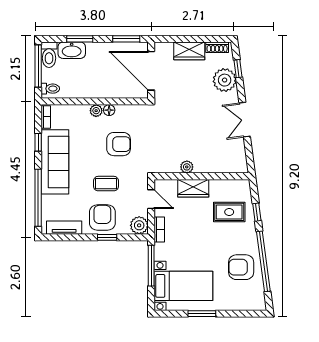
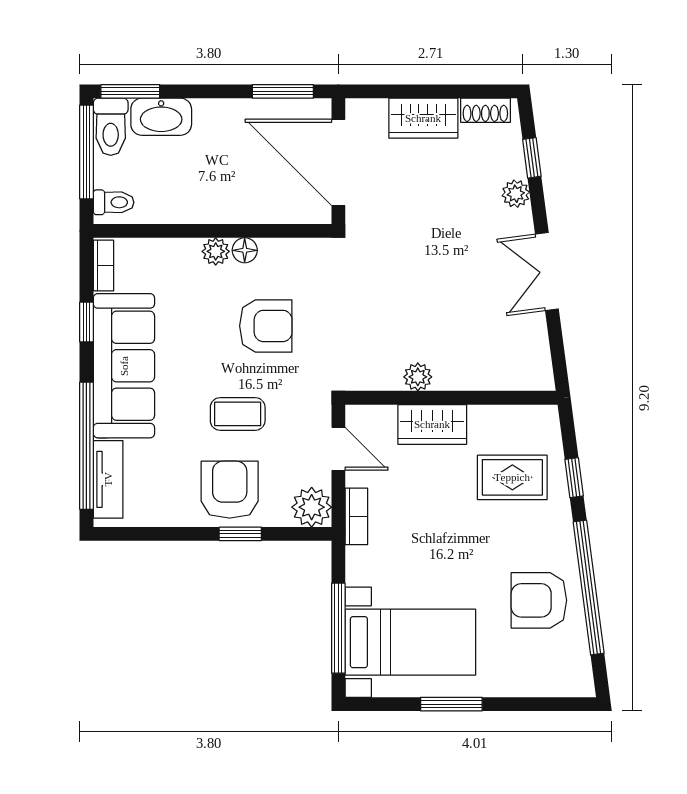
window: (80, 39) -> (130, 91), moved
plant: (225, 80) -> (516, 194), width x0.53, depth x0.53
tv unit: (64, 228) -> (108, 479), moved, turned 90
window: (151, 266) -> (338, 628), moved

